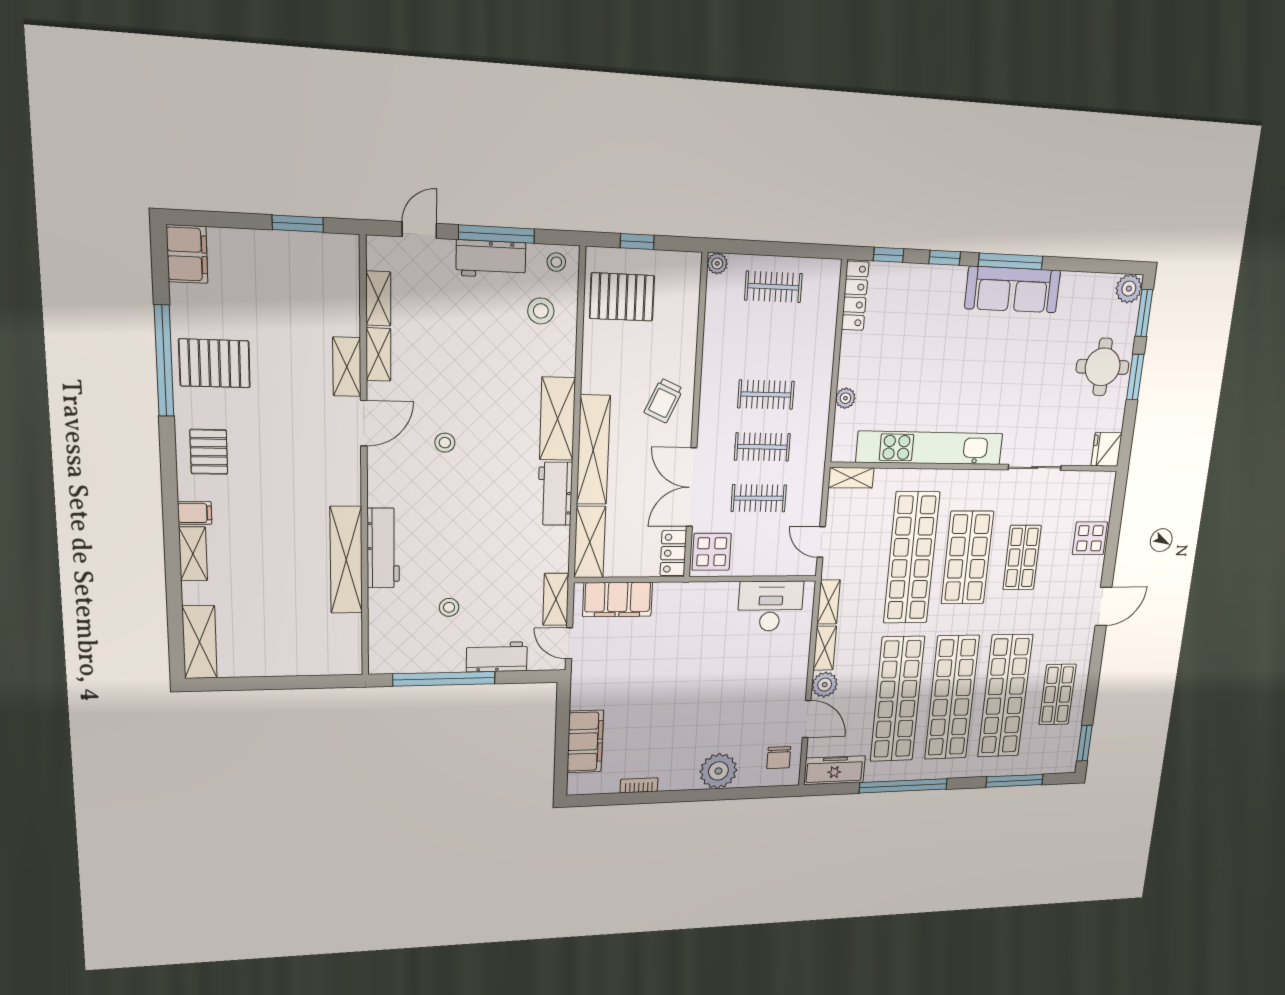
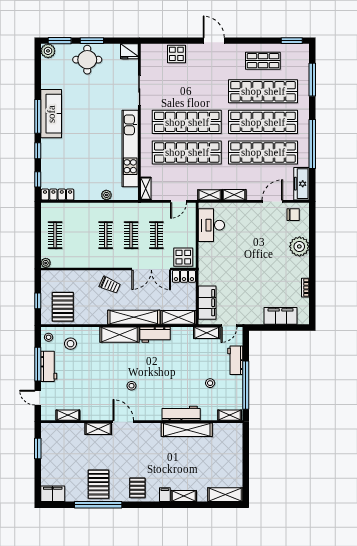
shelving: (378, 355) -> (230, 415), moved
pallet: (209, 452) -> (137, 488), turned 90
shop shelf: (967, 558) -> (187, 122), width x1.40
shop shelf: (1022, 558) -> (187, 91), removed
plant: (825, 685) -> (254, 193), removed

